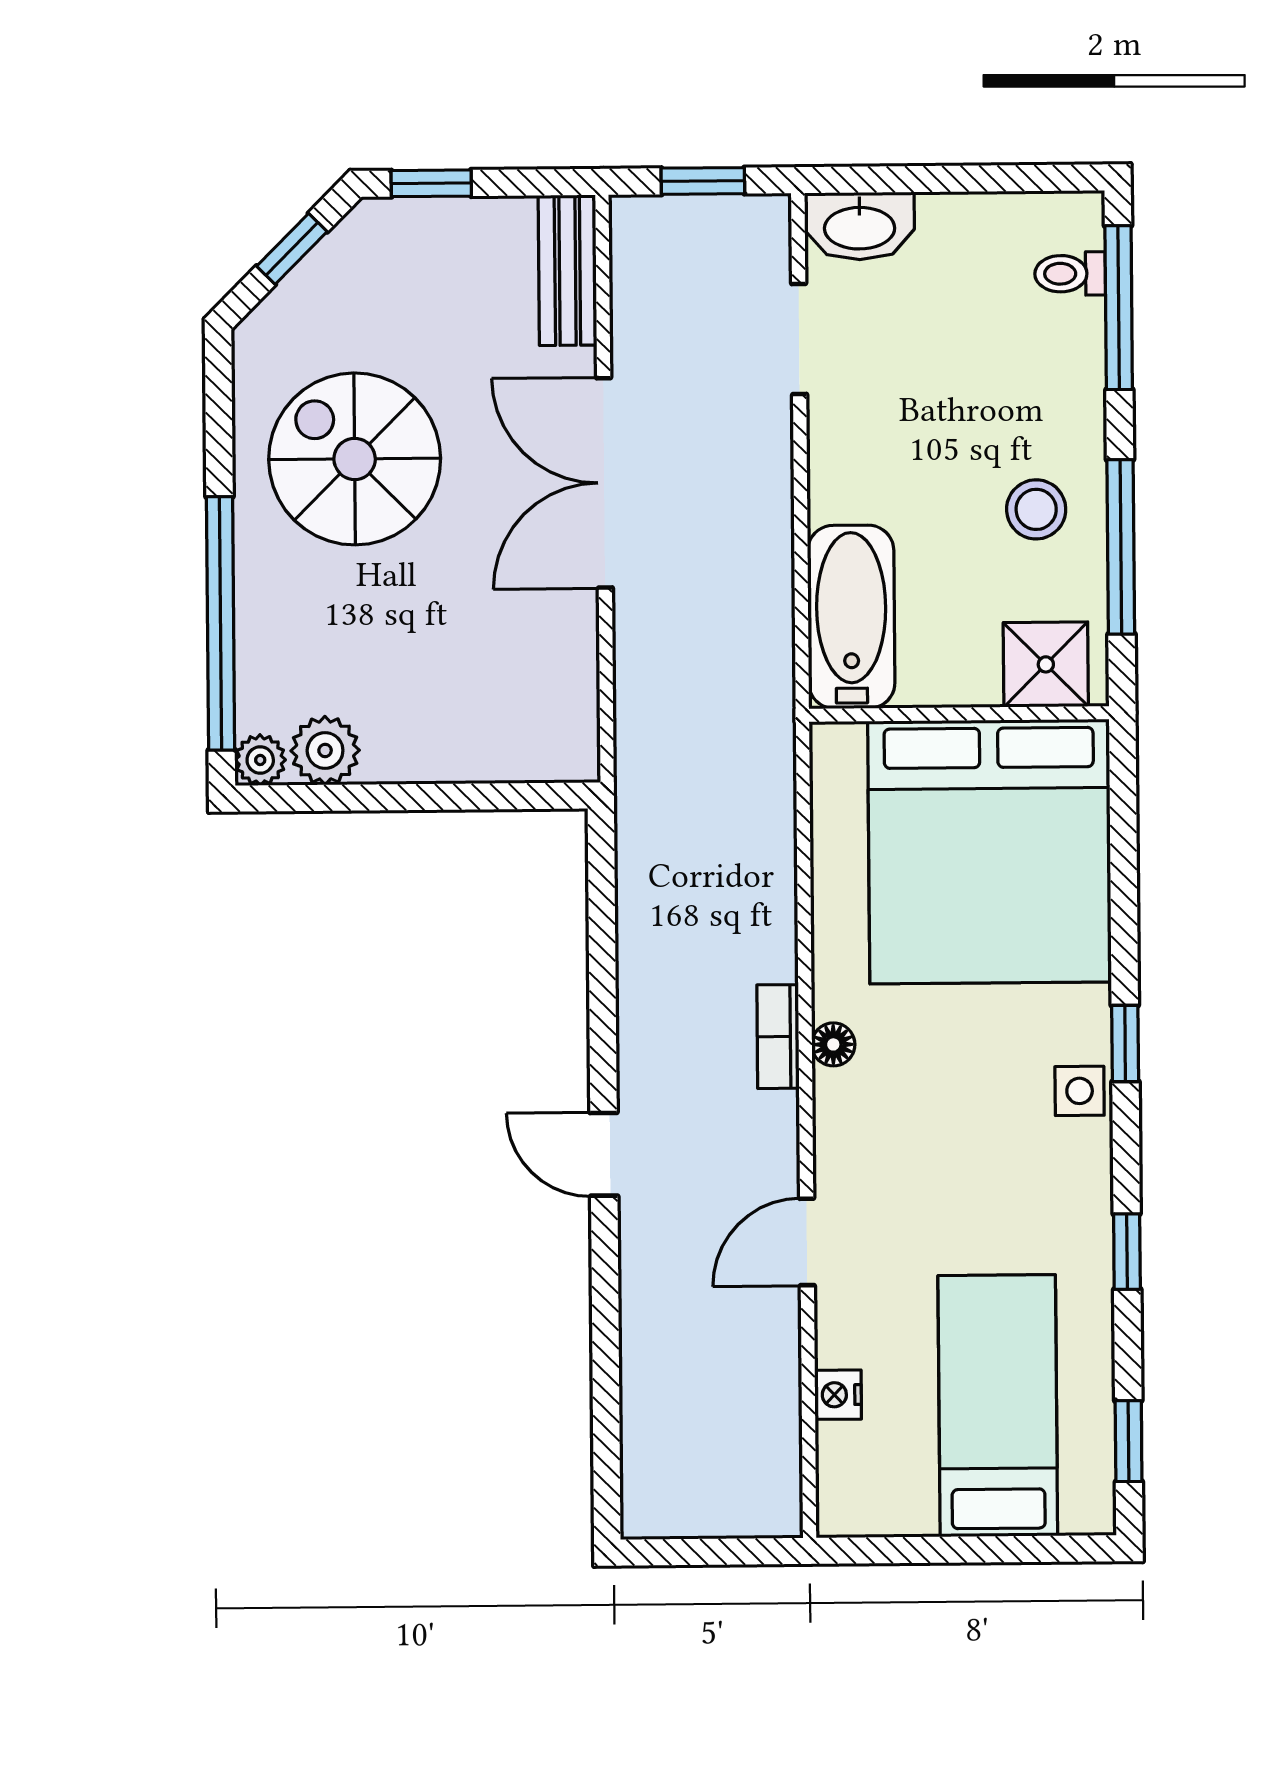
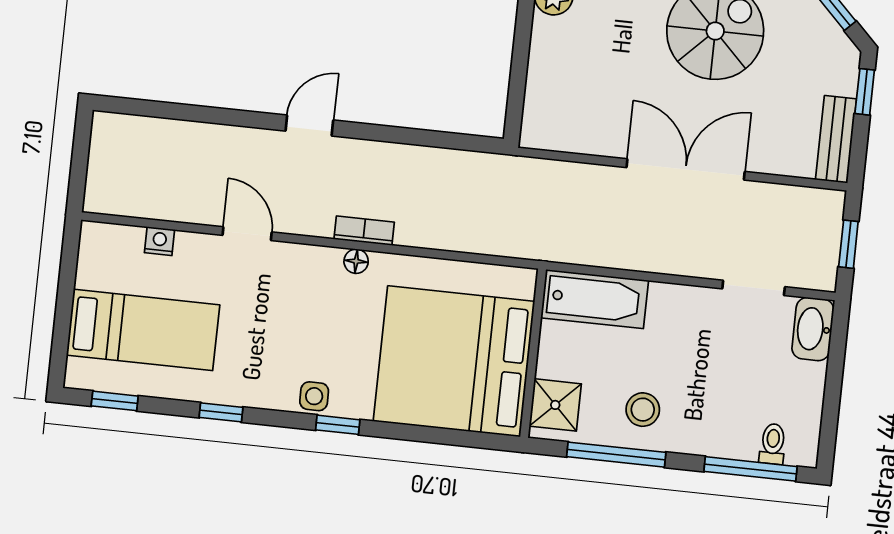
bench: (567, 270) -> (836, 139), moved, turned 90

